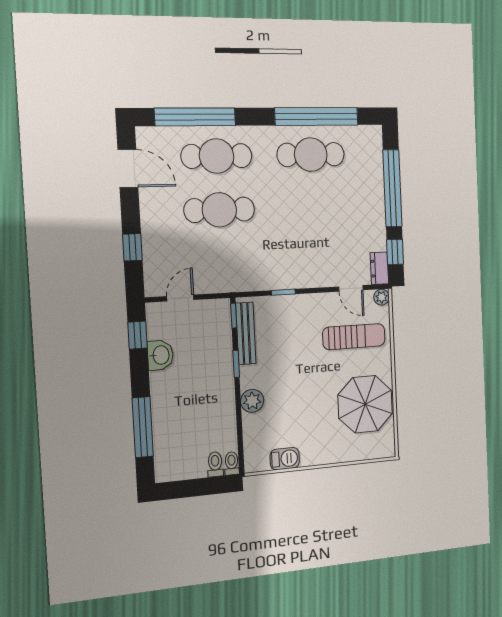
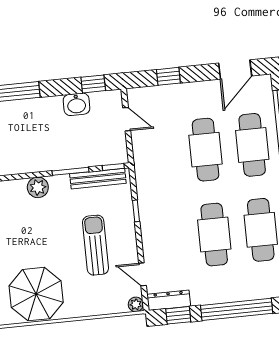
cafe table: (313, 207) -> (214, 235), added
dresser: (379, 268) -> (169, 300), width x1.44
door: (351, 288) -> (142, 274), hinge flipped
sun lounger: (354, 337) -> (96, 245), moved, turned 180
window: (236, 364) -> (71, 171), width x1.50

